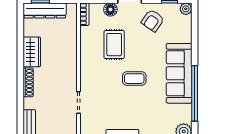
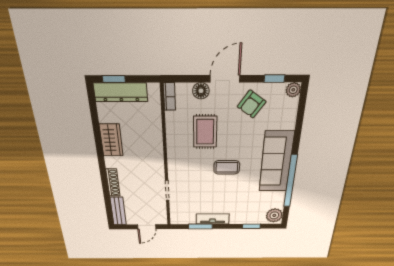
shoe rack: (28, 82) -> (113, 183), moved

